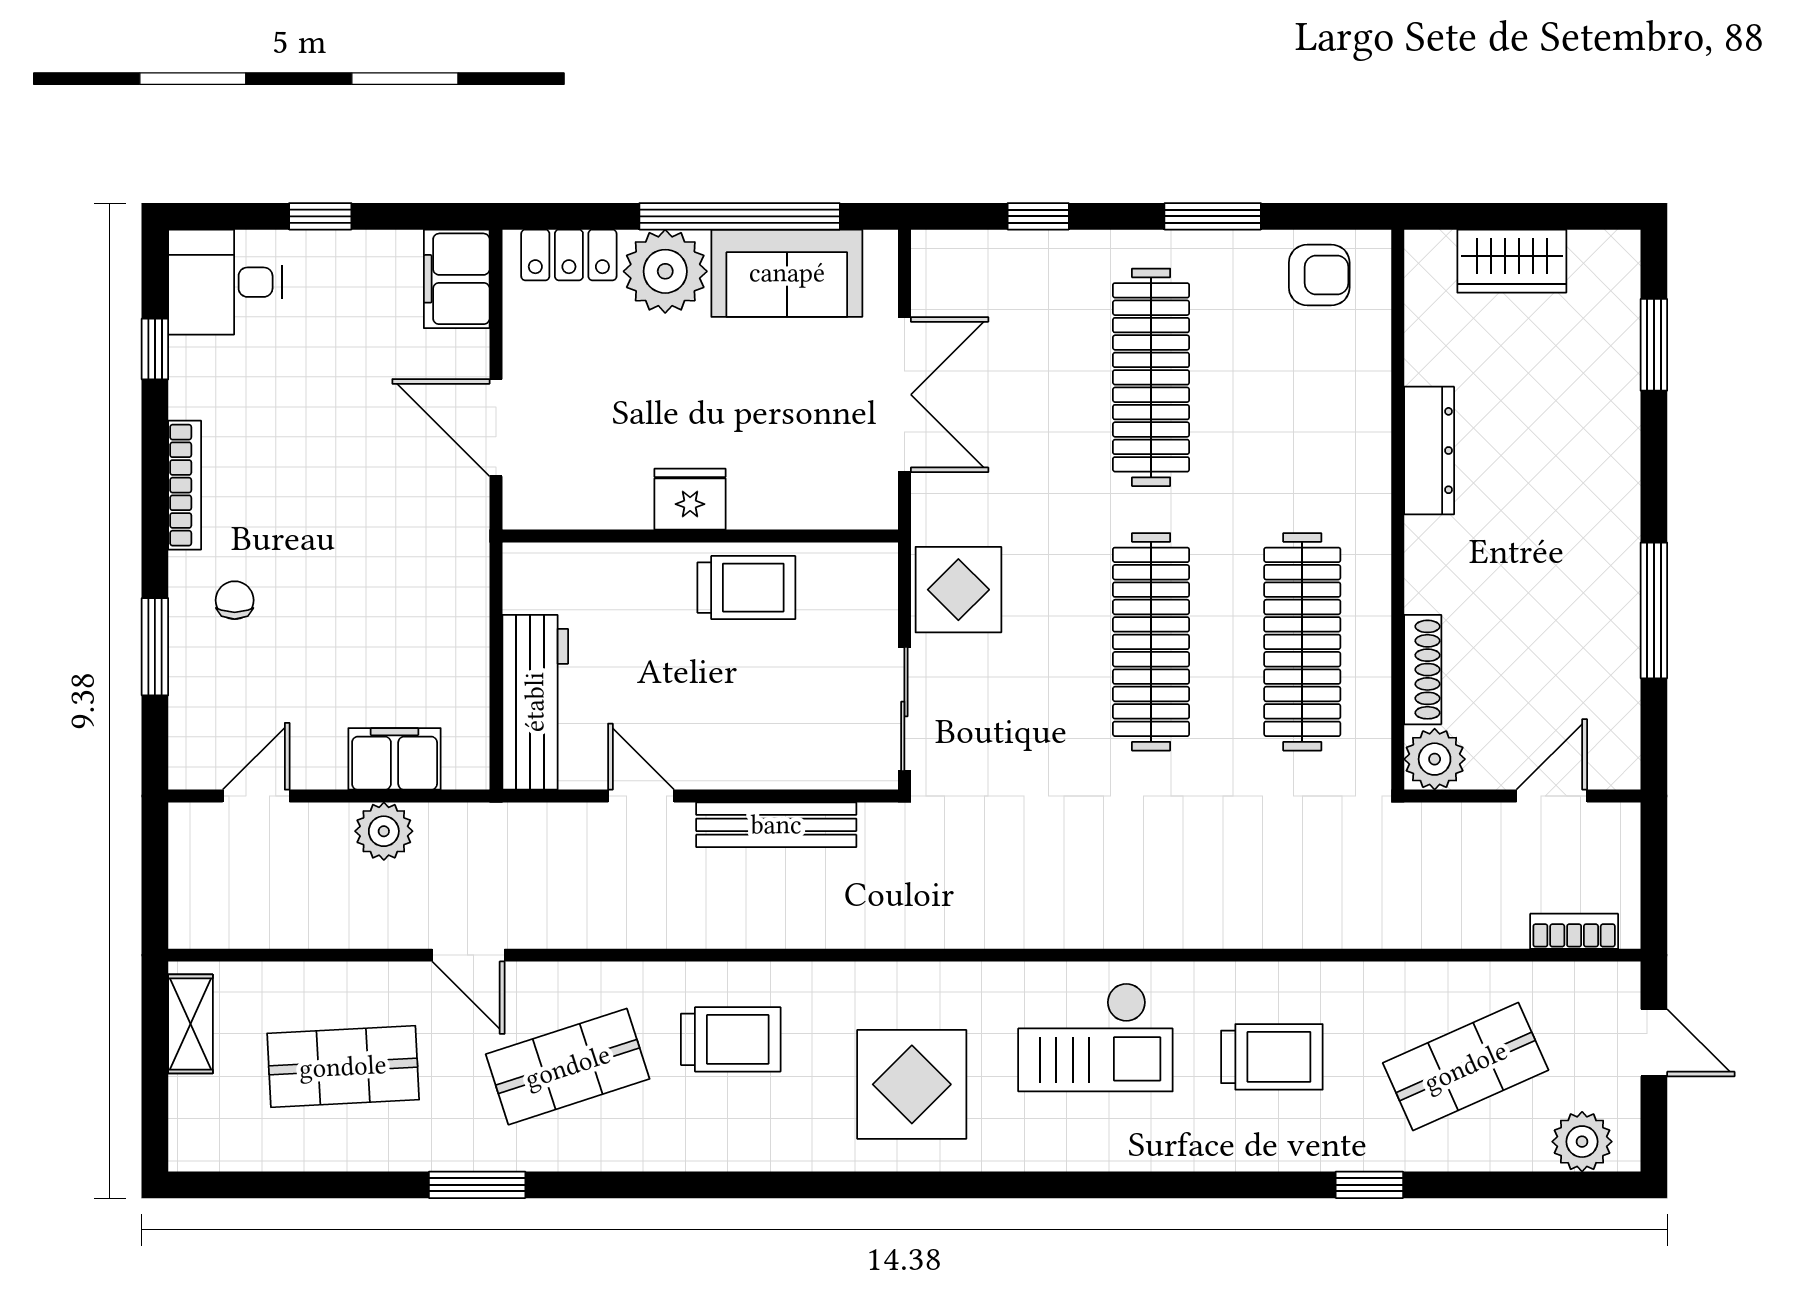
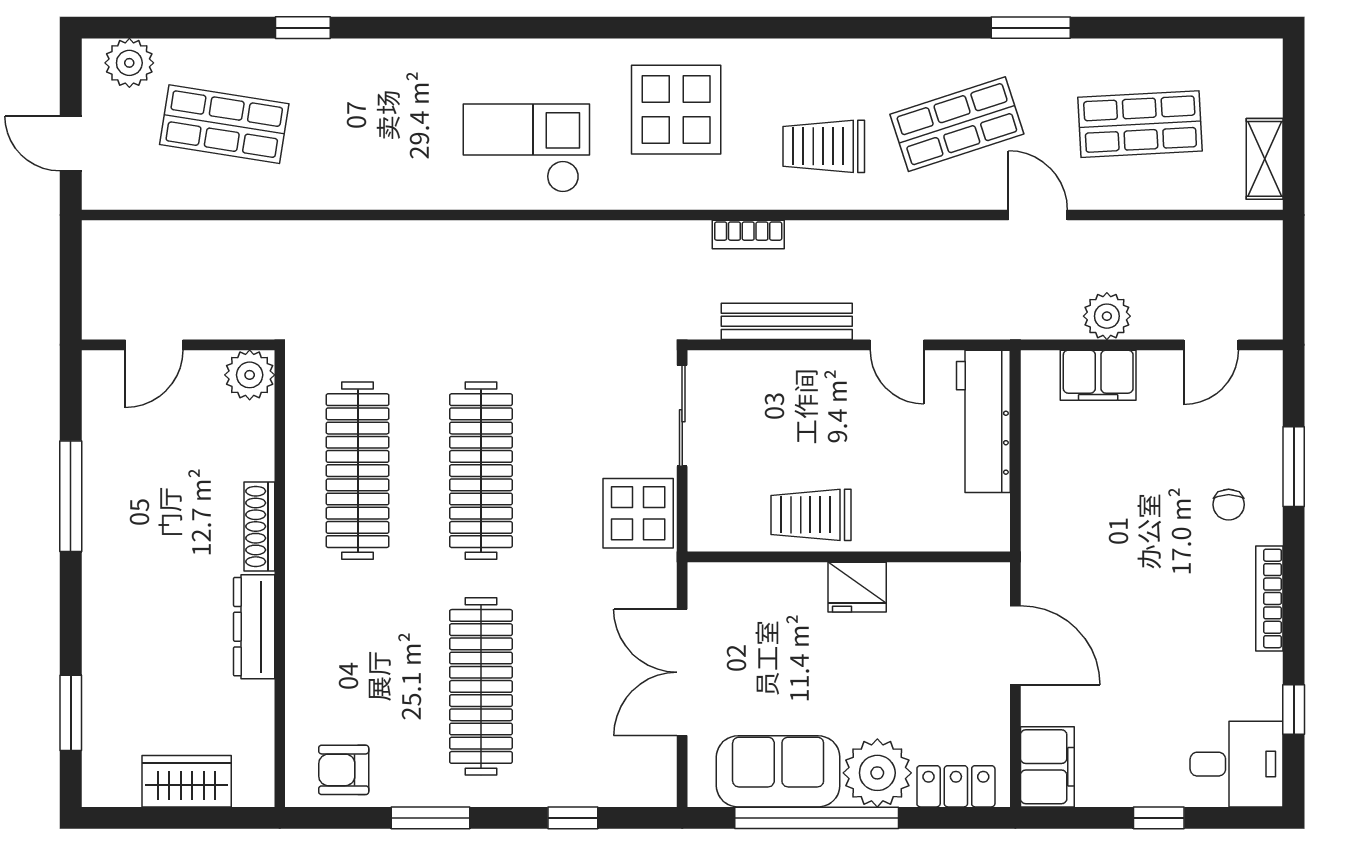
shoe rack: (1423, 670) -> (259, 526), moved
bookcase: (1574, 931) -> (748, 235), moved
trolley: (1272, 1057) -> (382, 132), removed
shop shelf: (1466, 1067) -> (224, 124), turned 33

